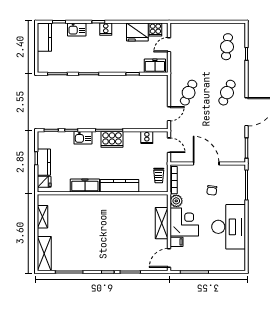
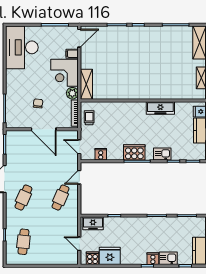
cooker: (106, 29) -> (153, 259), moved
door: (169, 45) -> (79, 244), swing flipped
kitchen counter: (119, 186) -> (127, 108), removed
shelving: (162, 223) -> (86, 84), moved
desk: (229, 227) -> (22, 47), moved

